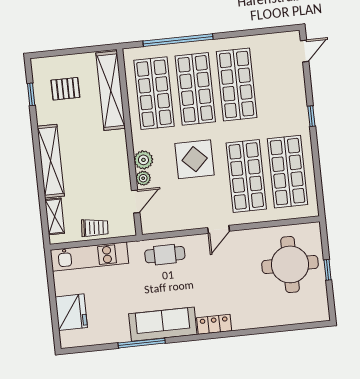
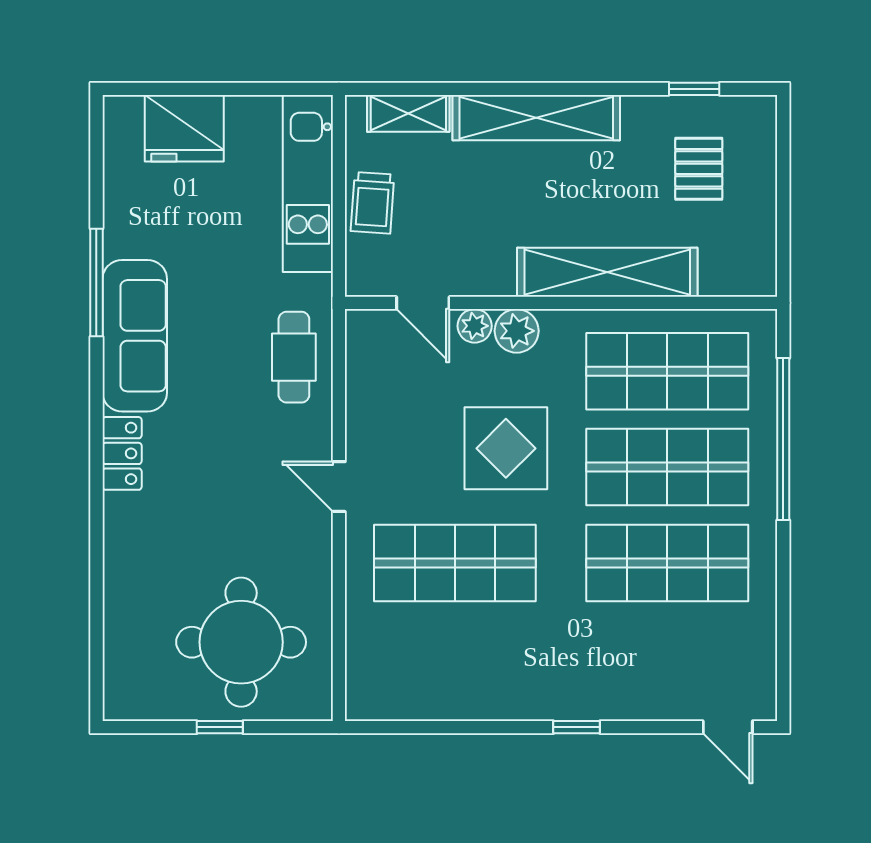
shelving: (111, 91) -> (607, 272), moved
shop shelf: (288, 172) -> (455, 659), removed

